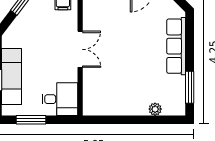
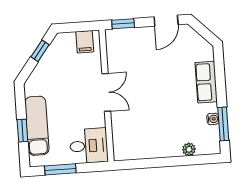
row of seats: (176, 46) -> (206, 82), width x0.68
water cooler: (180, 82) -> (213, 119), added

